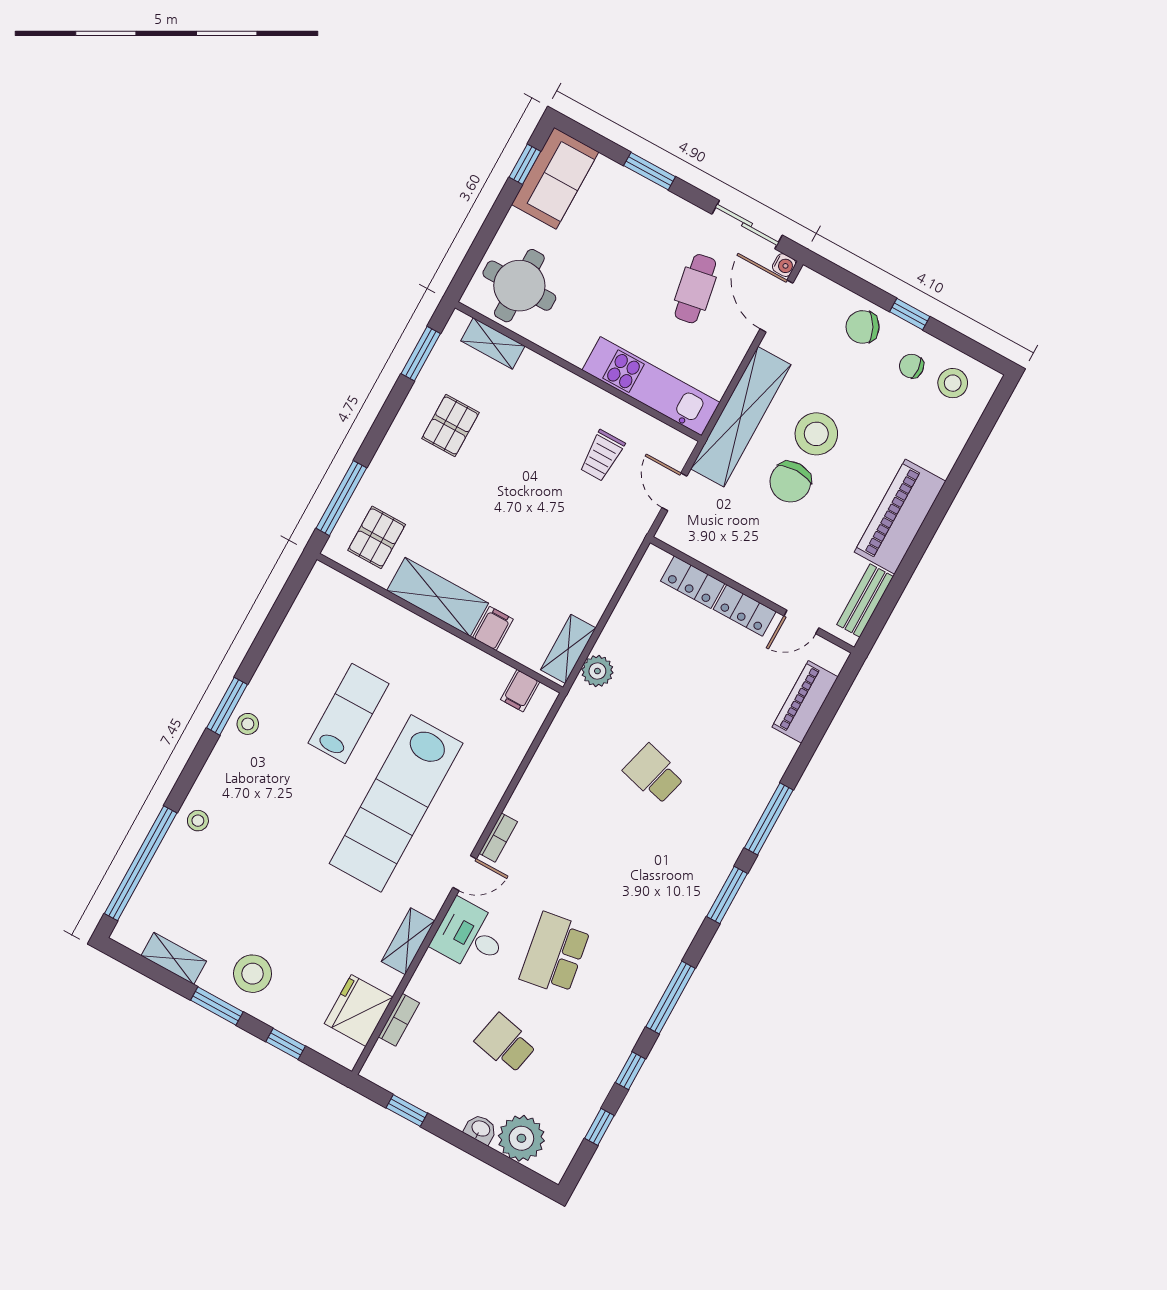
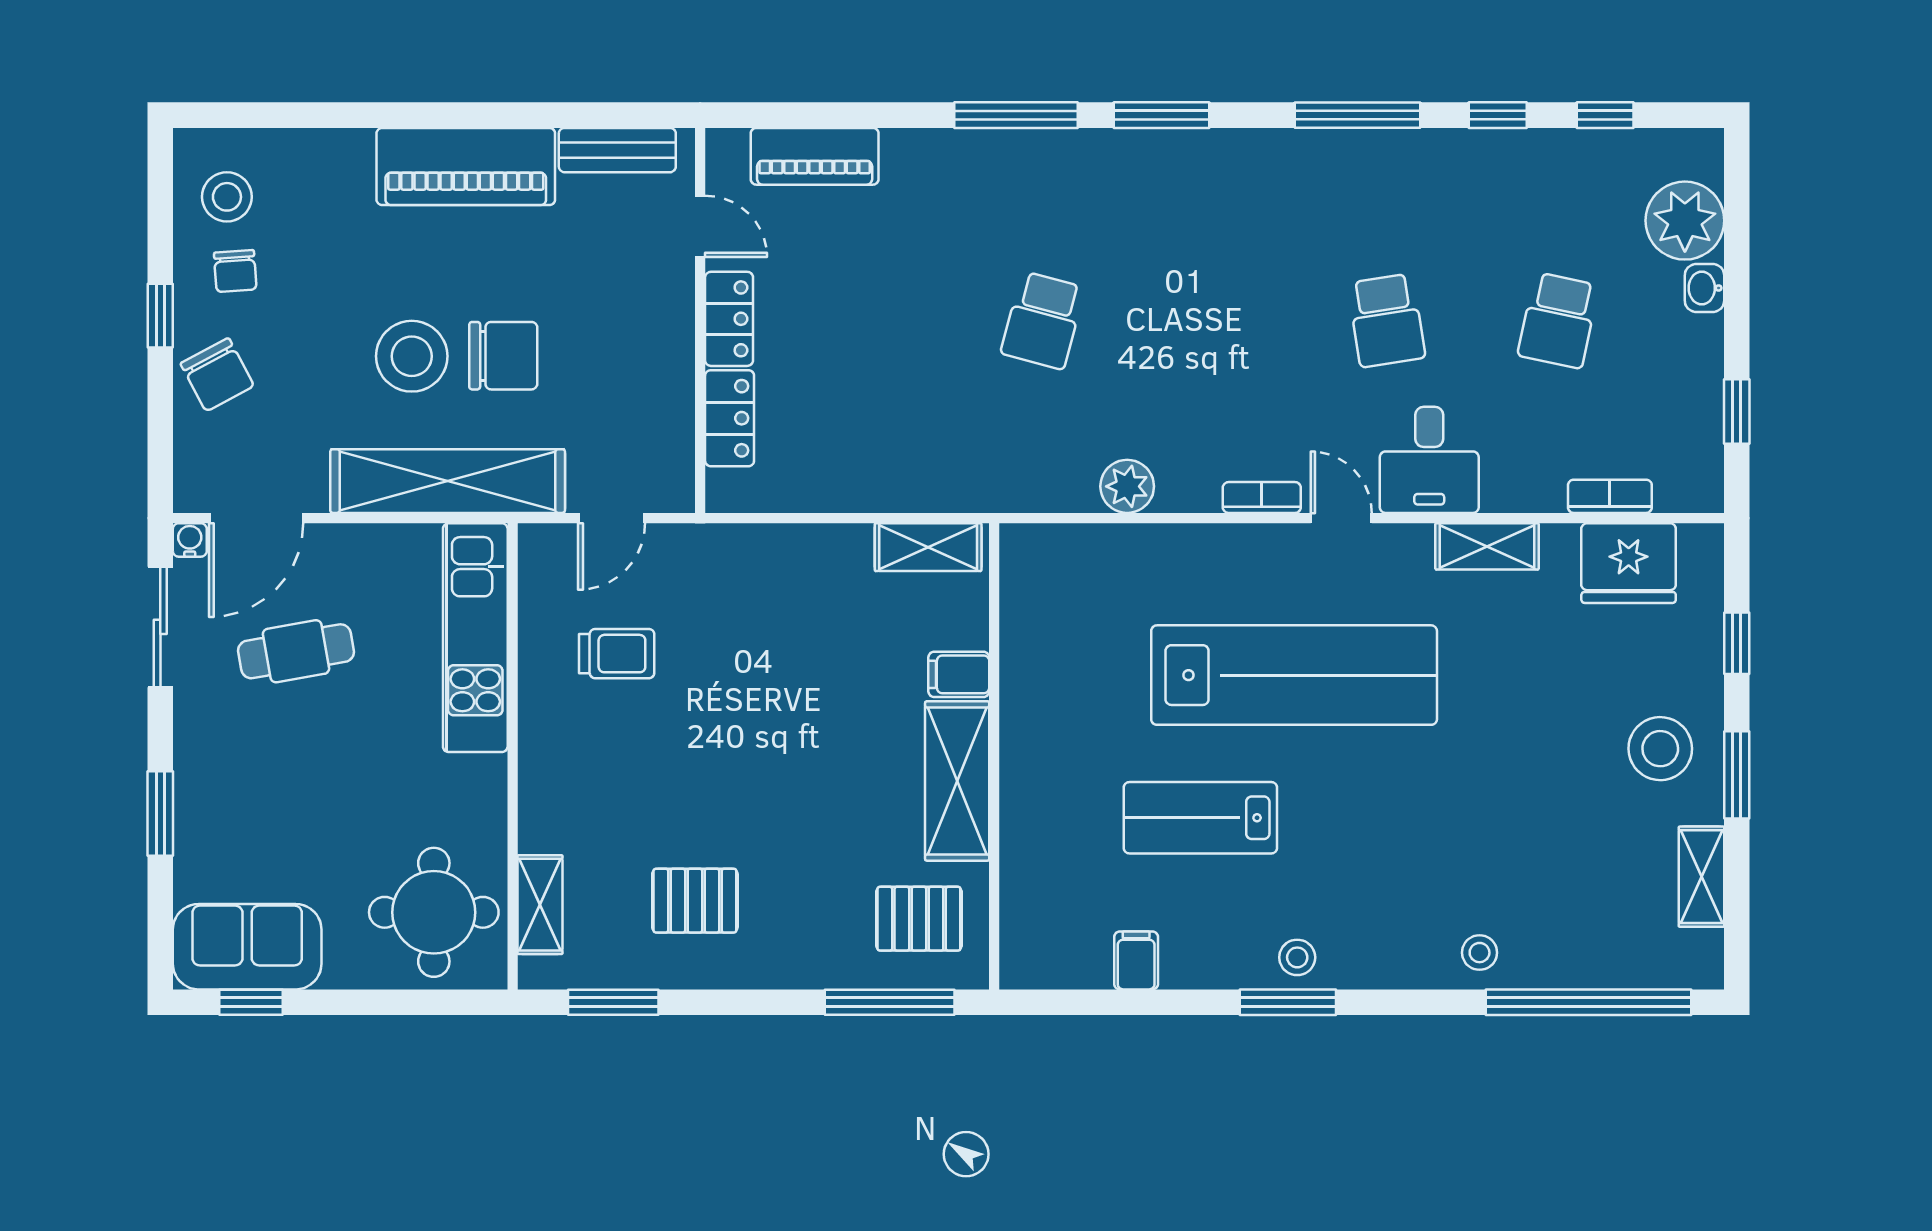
plant: (597, 671) -> (1127, 486), moved
filing cabinet: (520, 691) -> (1136, 960), moved, turned -90
school desk: (555, 954) -> (1386, 320), width x0.54

